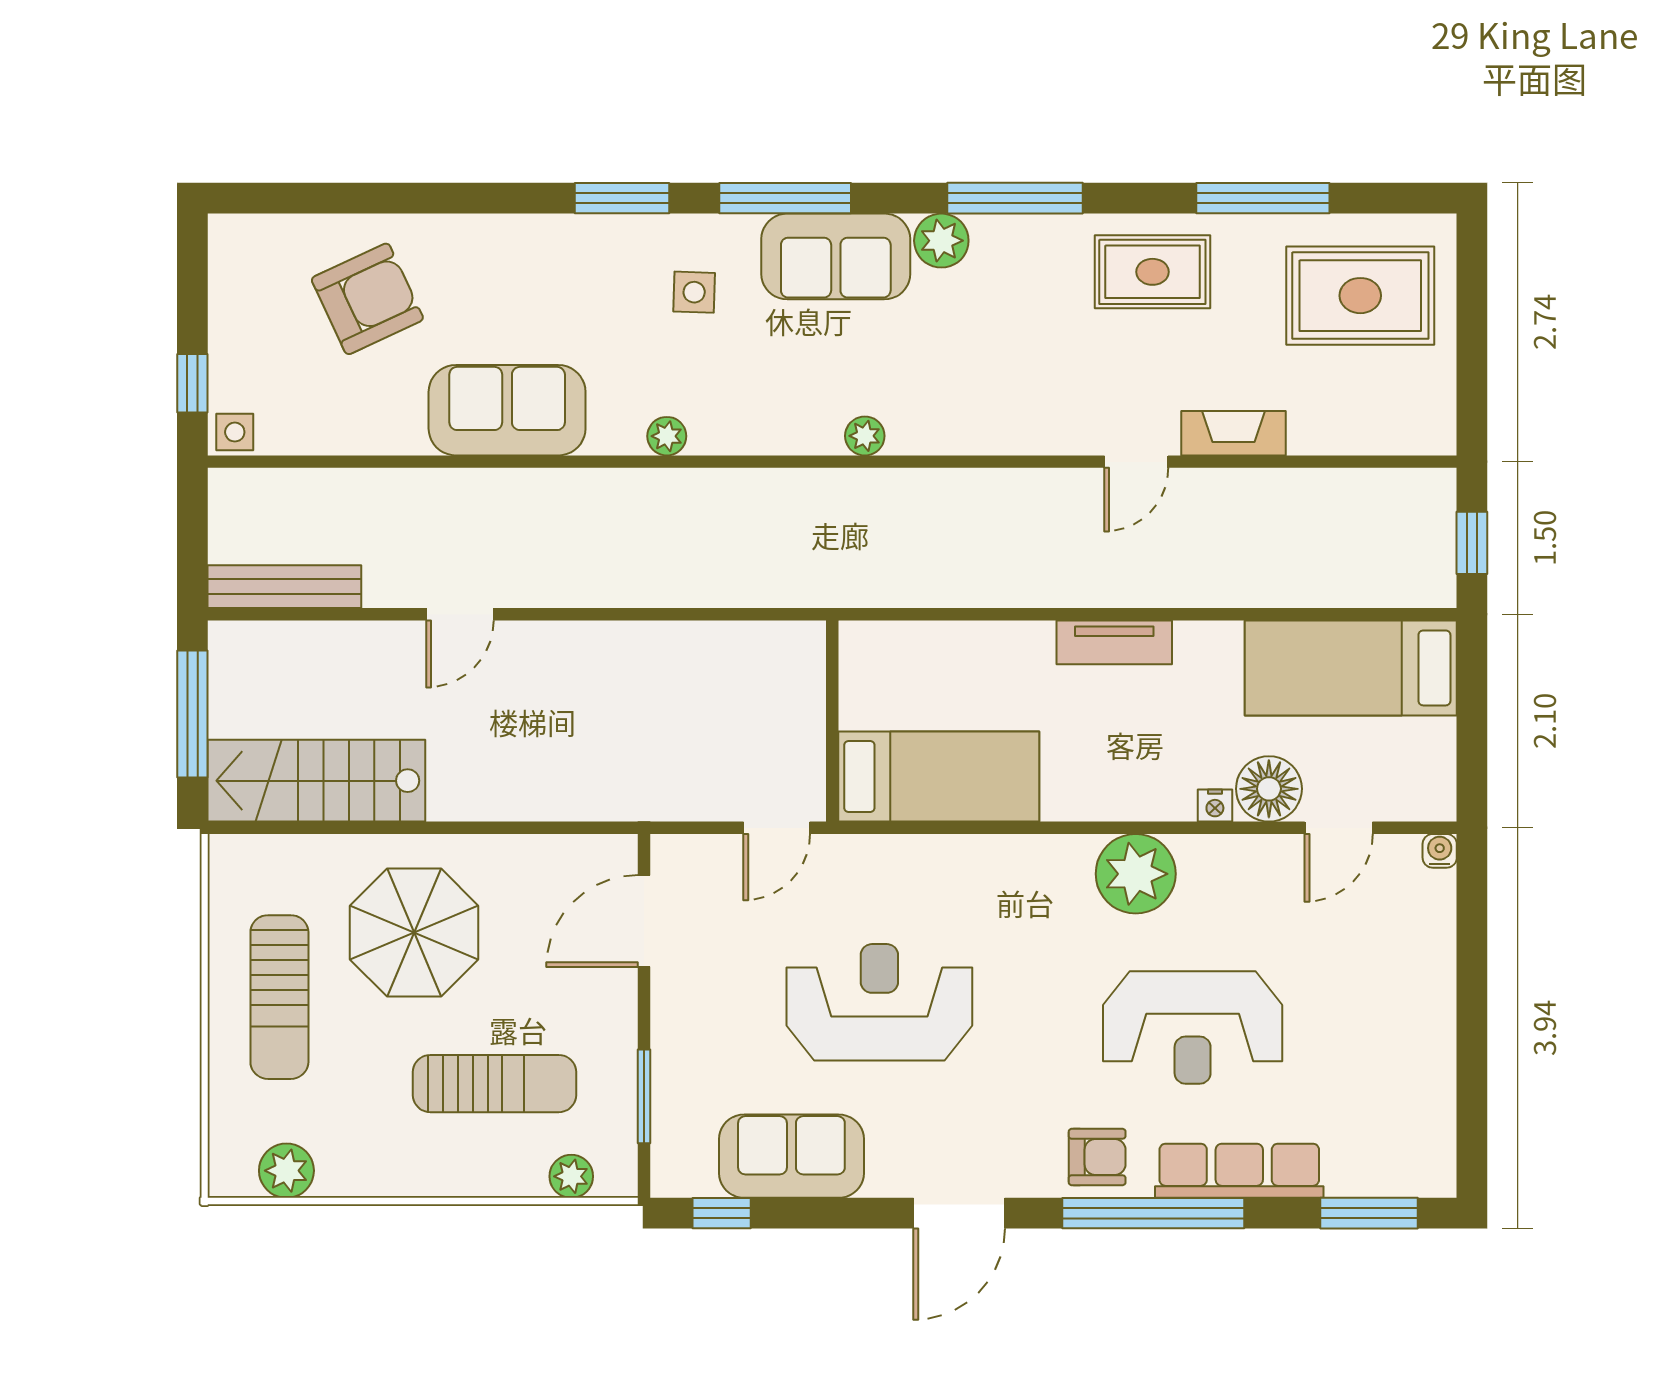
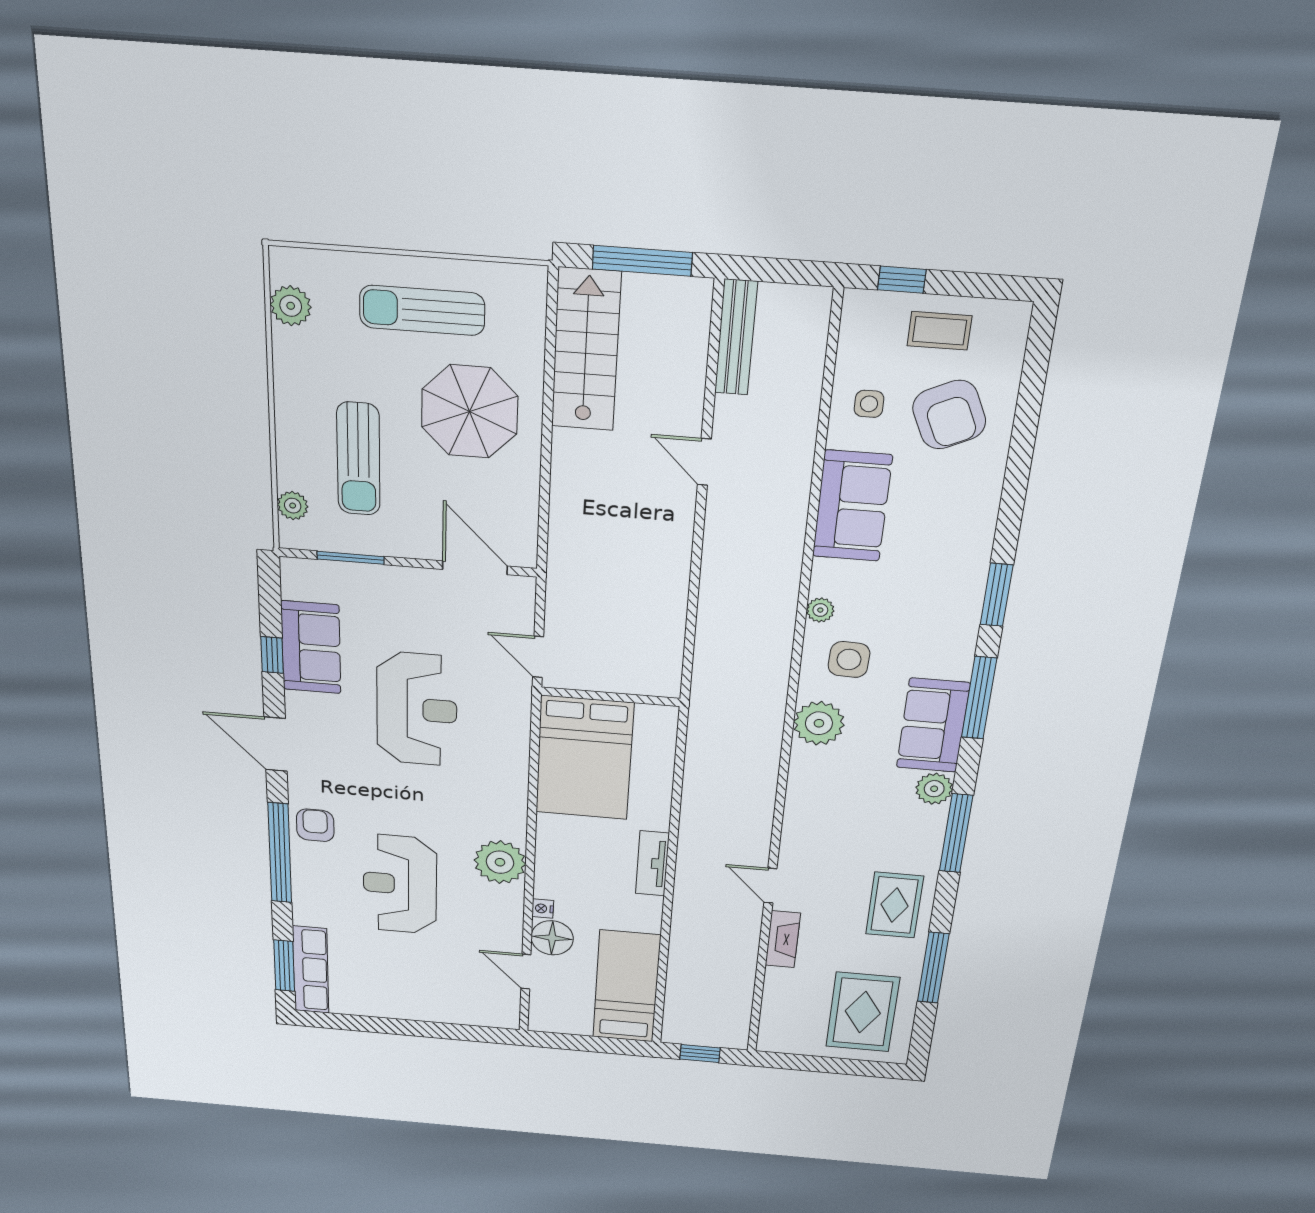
side table: (694, 292) -> (849, 660), moved, width x1.37, depth x1.37
coffee table: (255, 327) -> (940, 331), added
side table: (235, 432) -> (869, 404), moved
plant: (865, 436) -> (819, 723), width x1.88, depth x1.88
bed: (939, 776) -> (584, 758), width x1.50
water cooler: (1440, 851) -> (510, 1021), removed
armchair: (1097, 1157) -> (315, 825), turned 180
row of seats: (1239, 1171) -> (311, 970), moved
window: (722, 1213) -> (272, 655), moved

